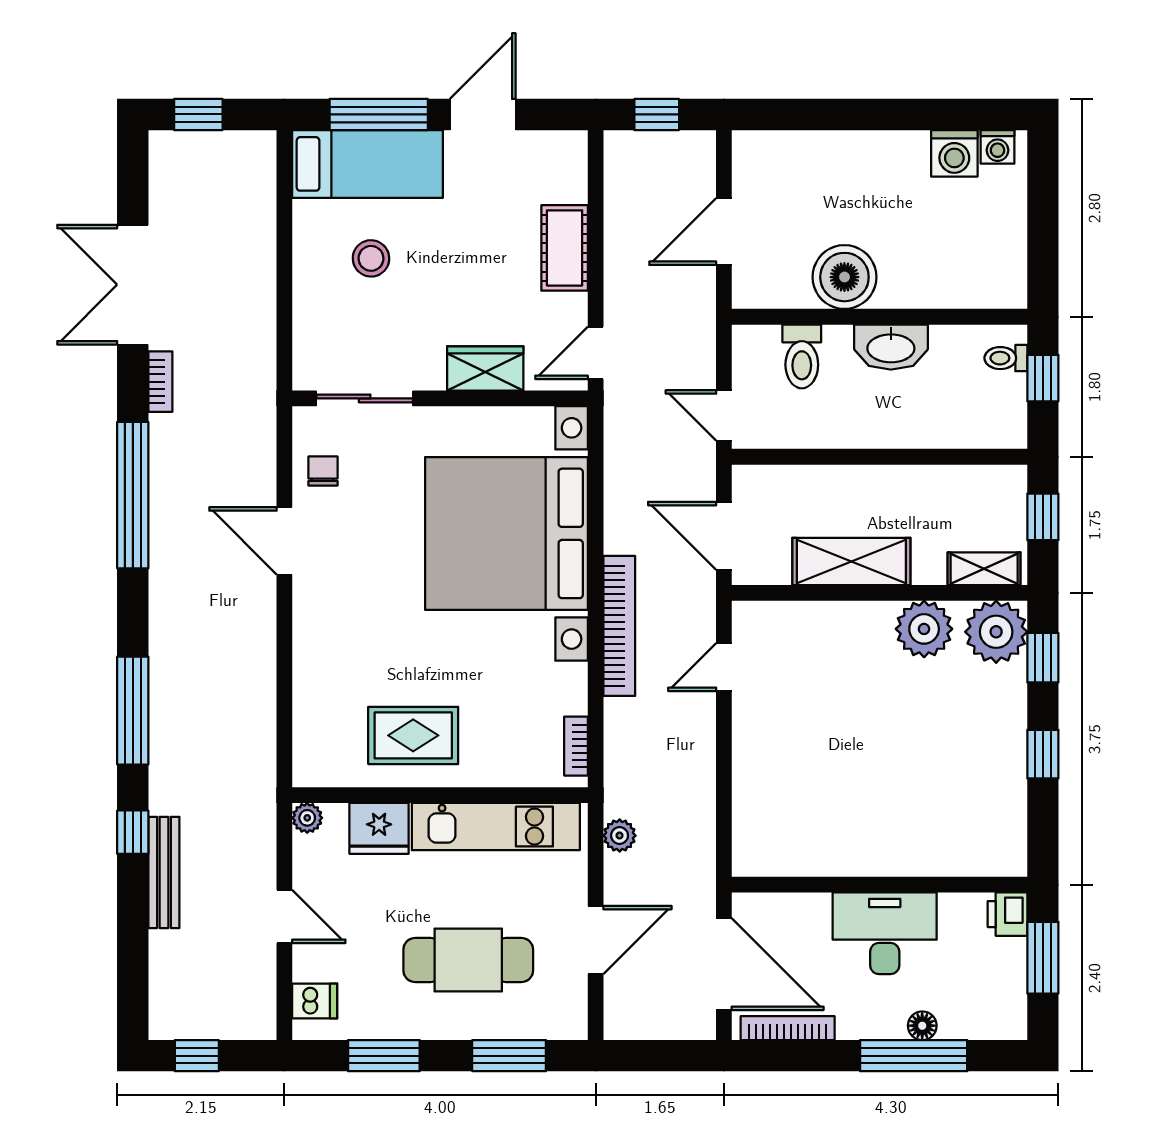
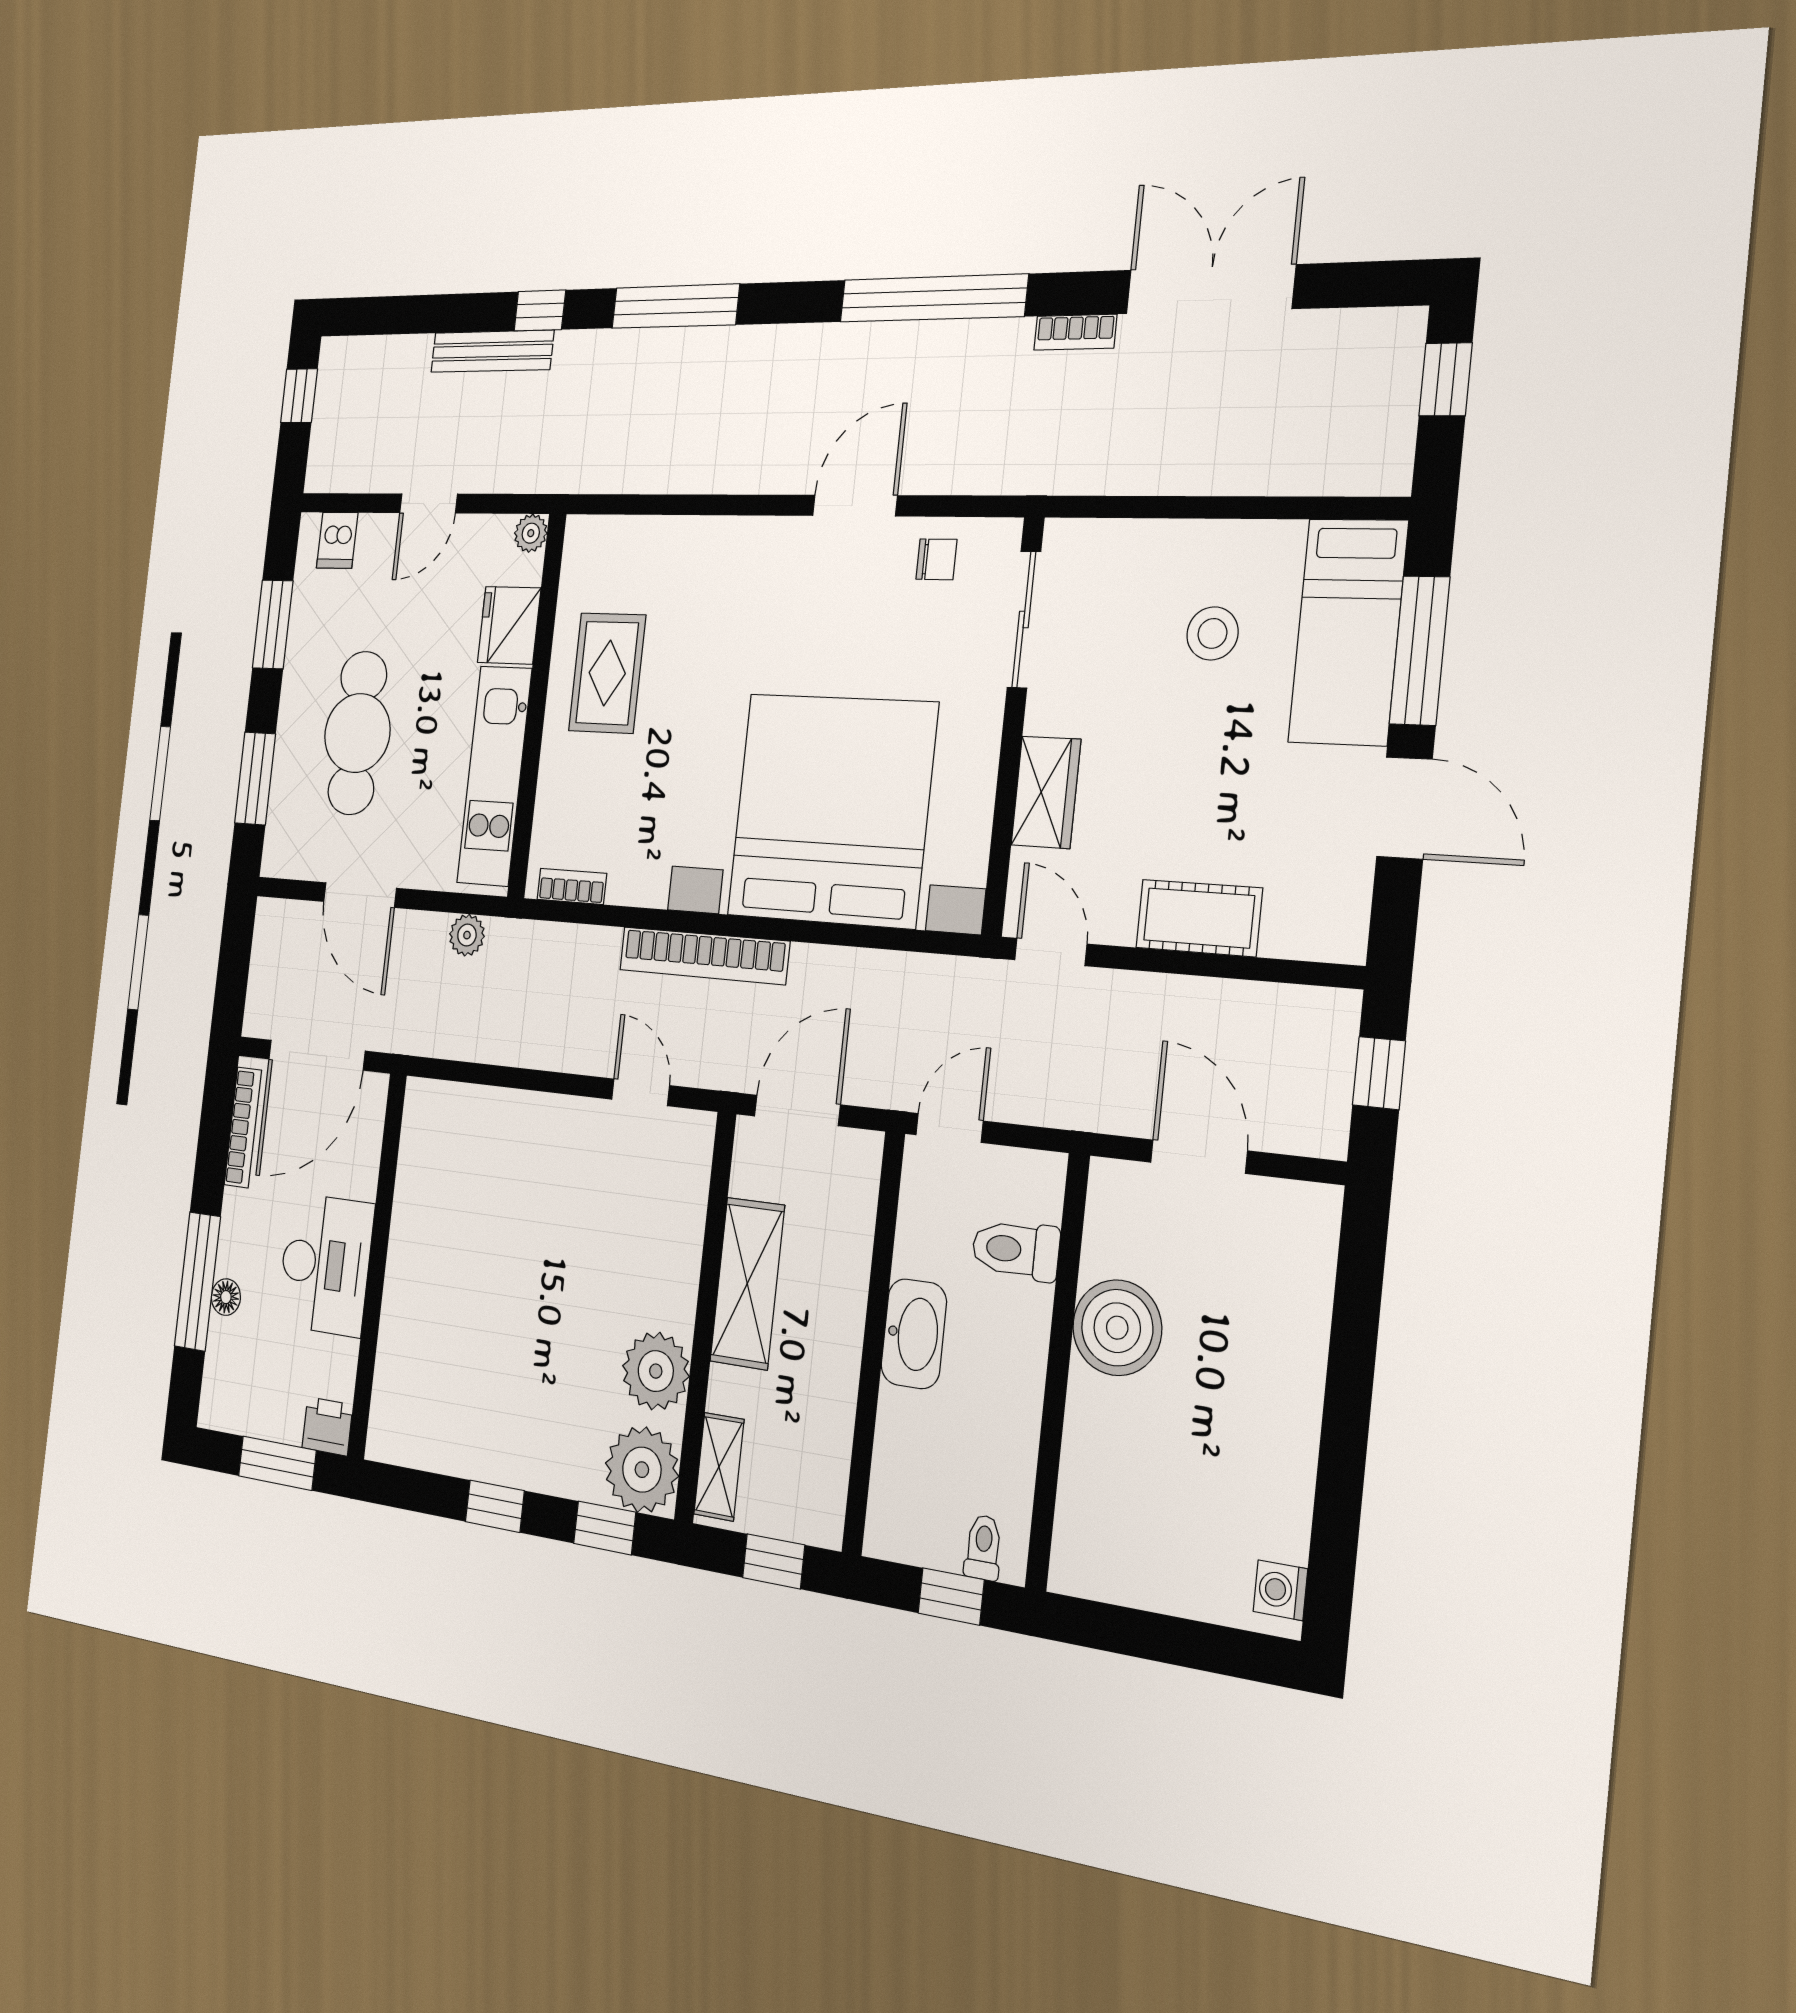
washing machine: (954, 153) -> (1277, 1522), removed
washbasin: (891, 347) -> (914, 1334), moved, turned 180

